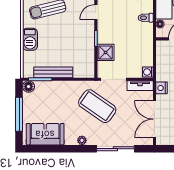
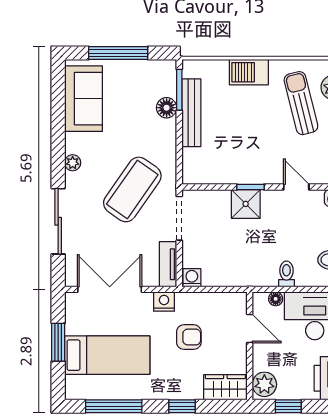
shower: (106, 52) -> (246, 204), moved
floor lamp: (29, 87) -> (167, 108), moved

